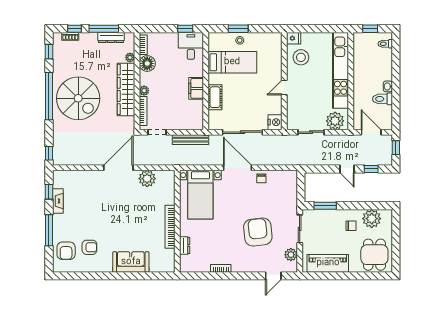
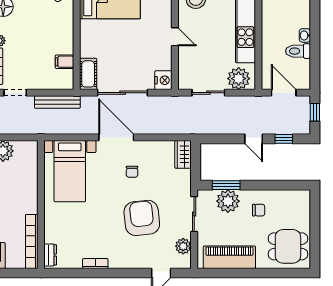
filing cabinet: (196, 88) -> (64, 62), moved, width x0.50
door: (284, 88) -> (175, 37), swing flipped
cot: (215, 97) -> (88, 74), moved
chair: (261, 178) -> (132, 172), moved
wardrobe: (291, 181) -> (183, 154), added
plant: (372, 219) -> (228, 201), moved
bookcase: (170, 227) -> (32, 241), moved
dresser: (185, 245) -> (50, 255), moved
dining table: (374, 255) -> (288, 246), turned 90

